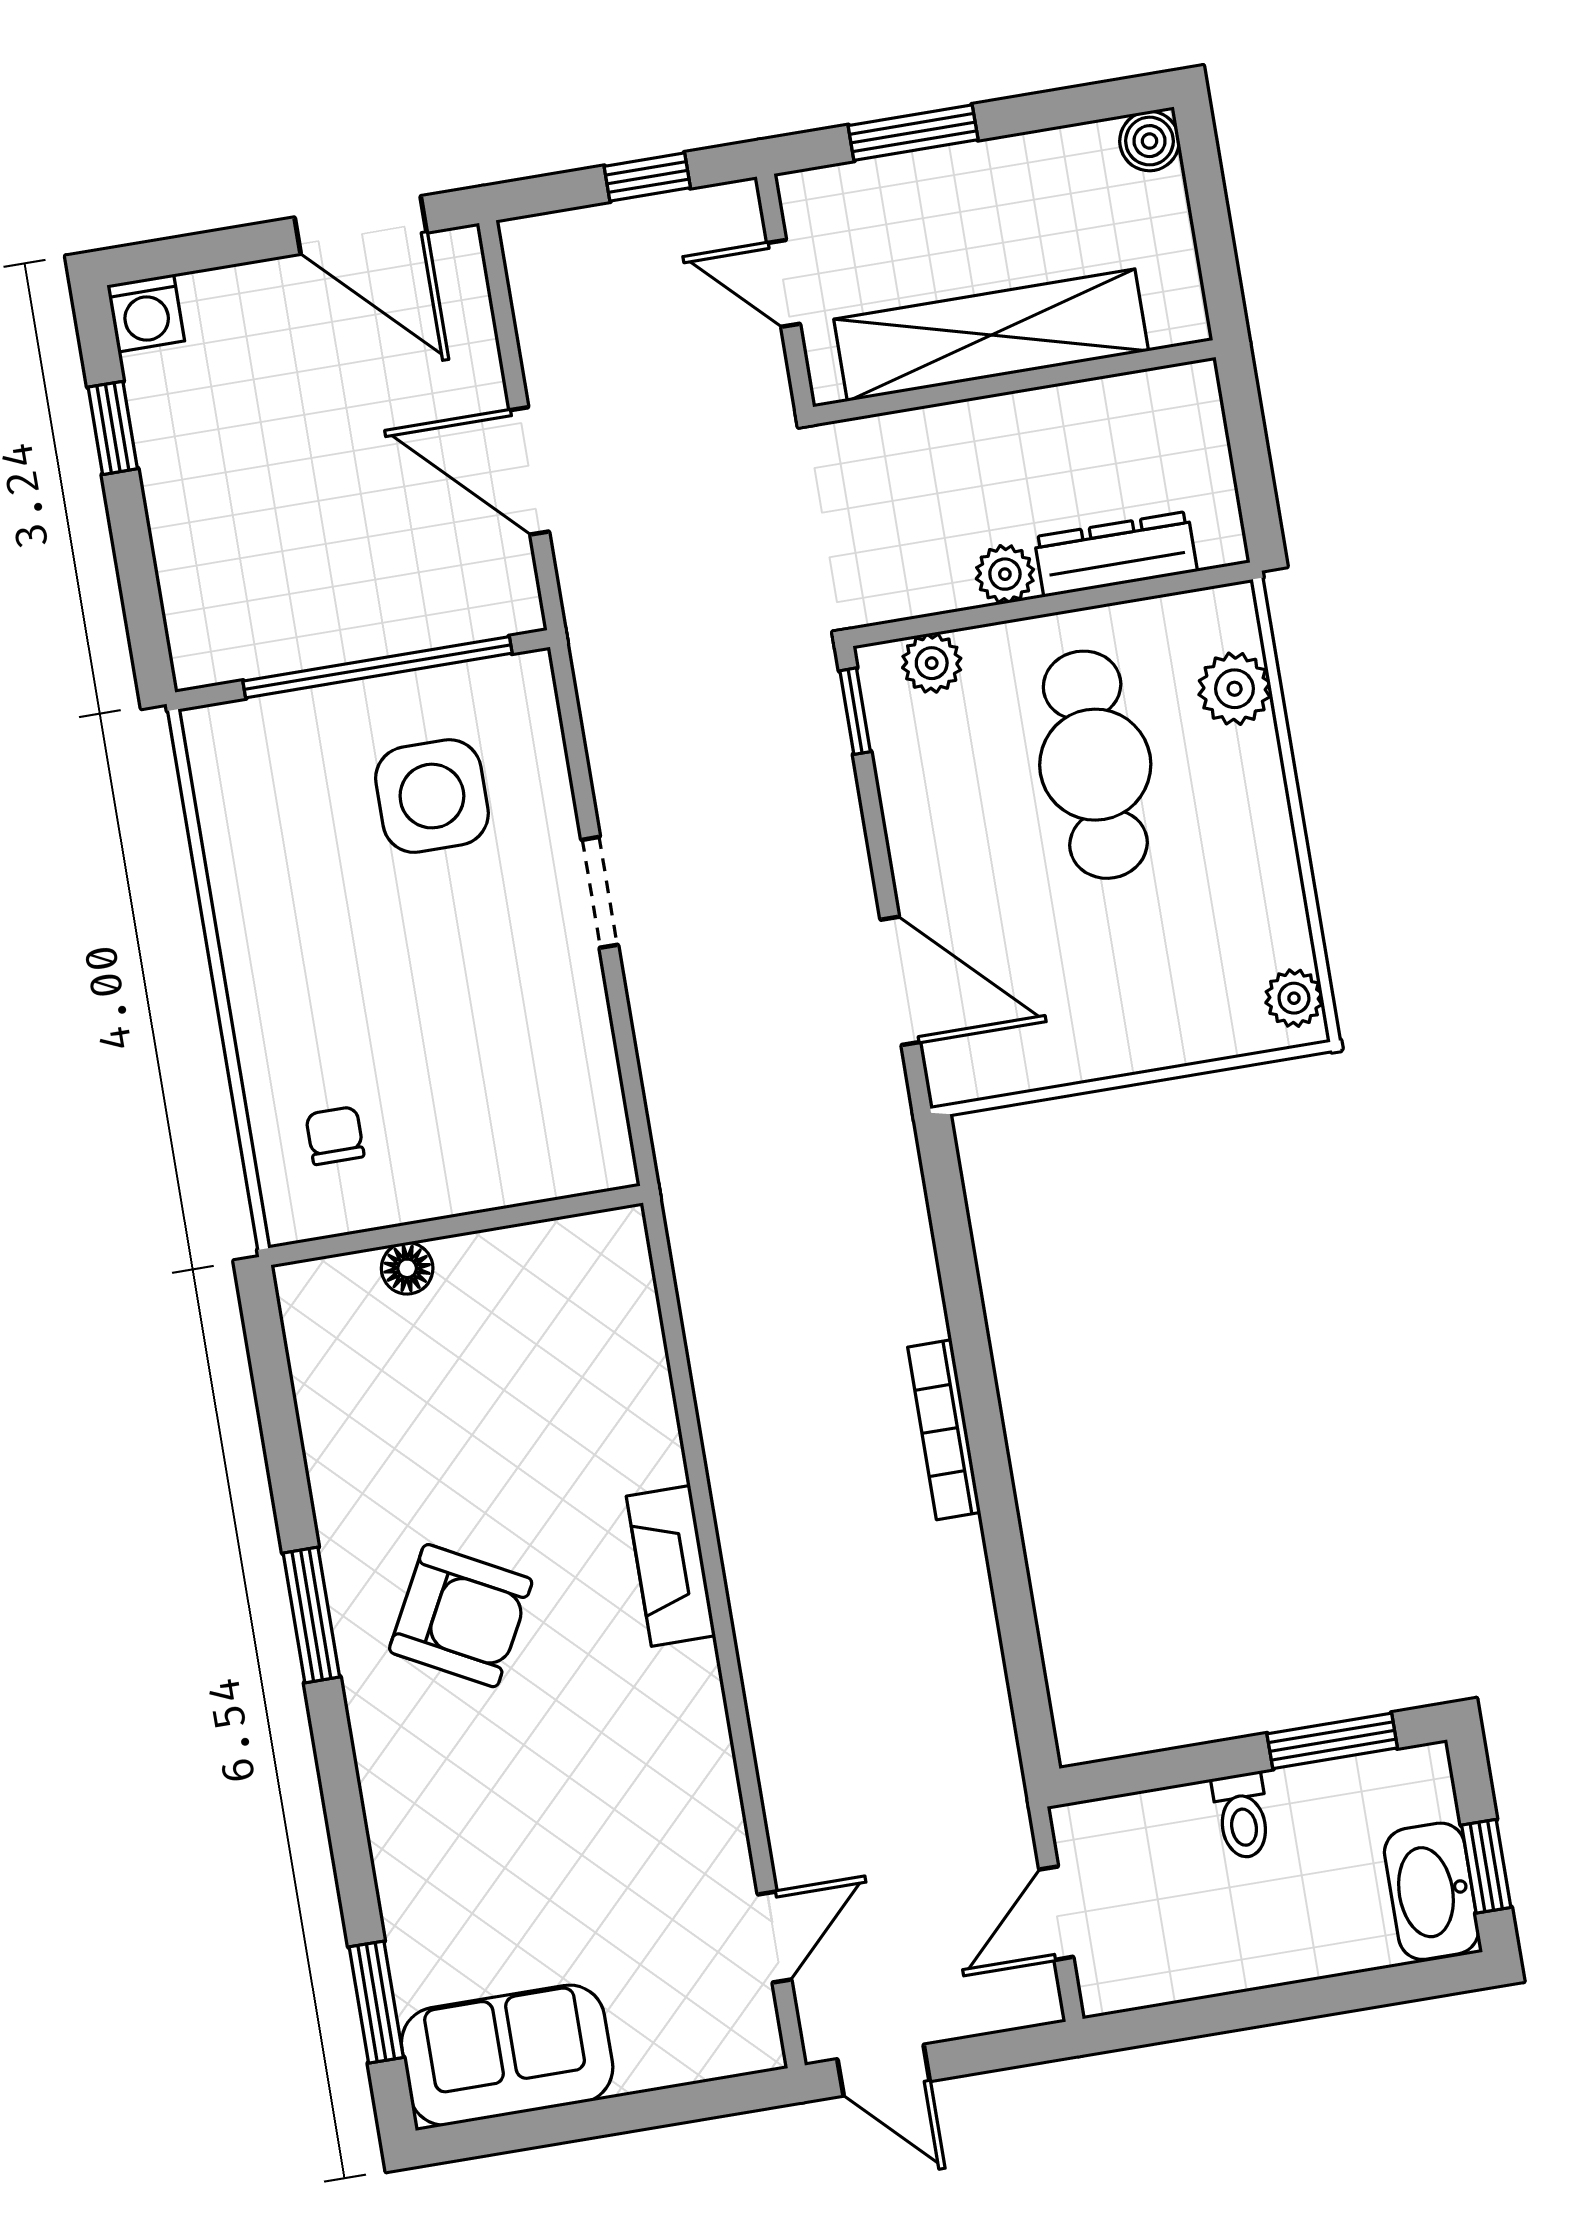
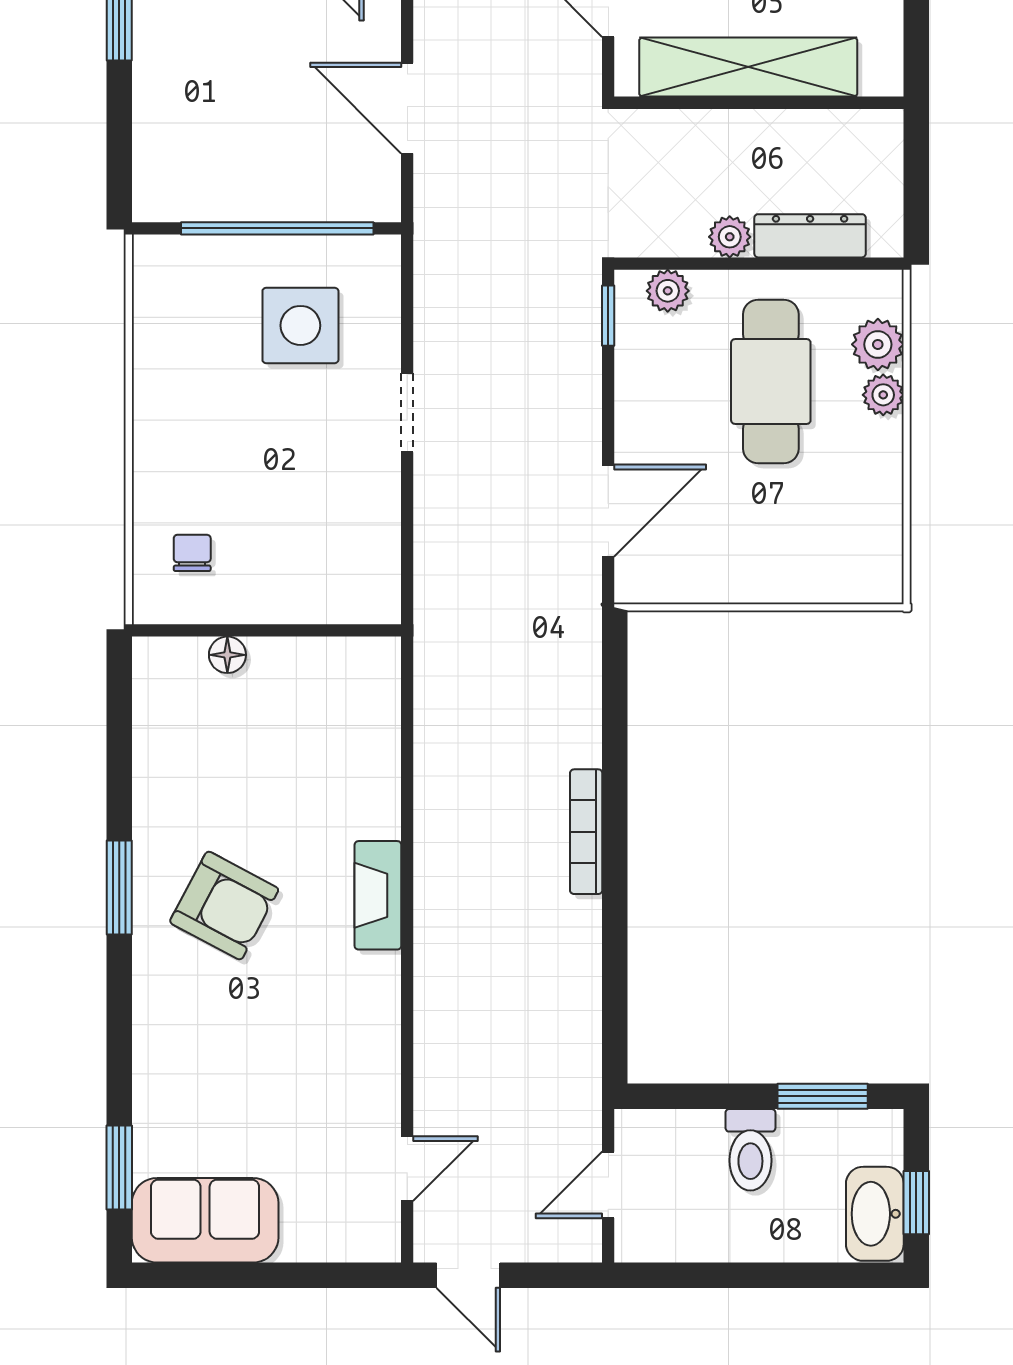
door: (900, 981) -> (608, 511), hinge flipped
plant: (1294, 998) -> (883, 395), moved
toilet: (1242, 1816) -> (750, 1150), width x1.37, depth x1.39

